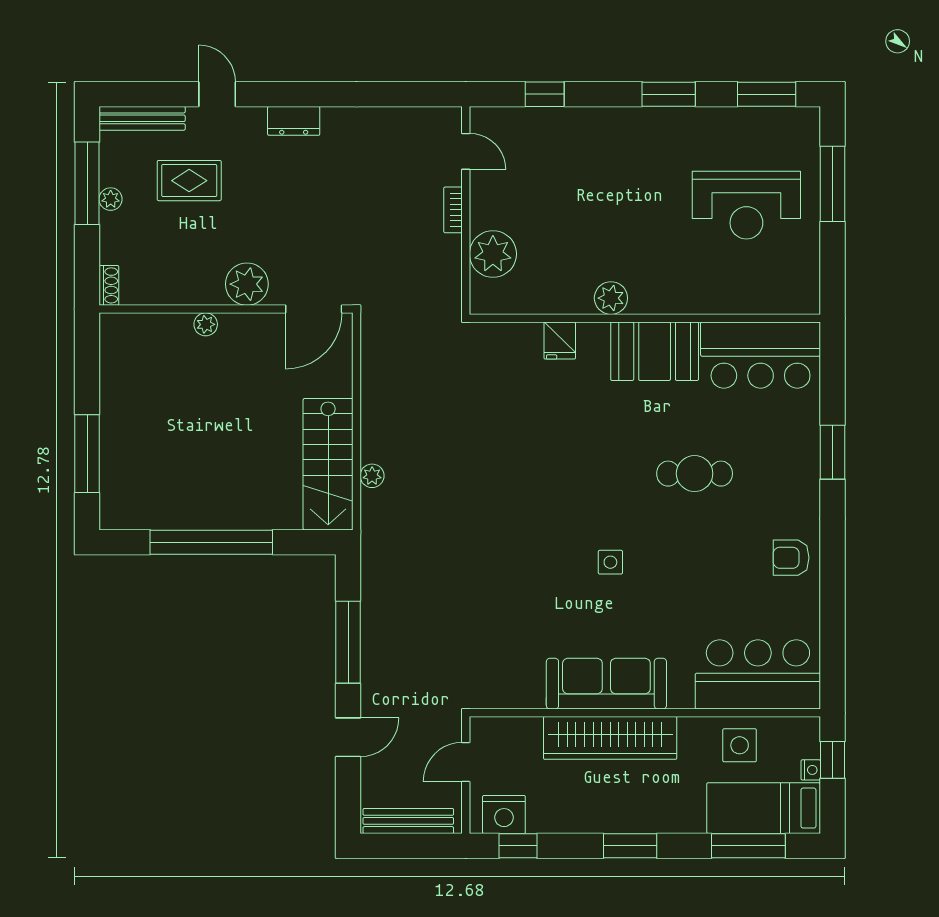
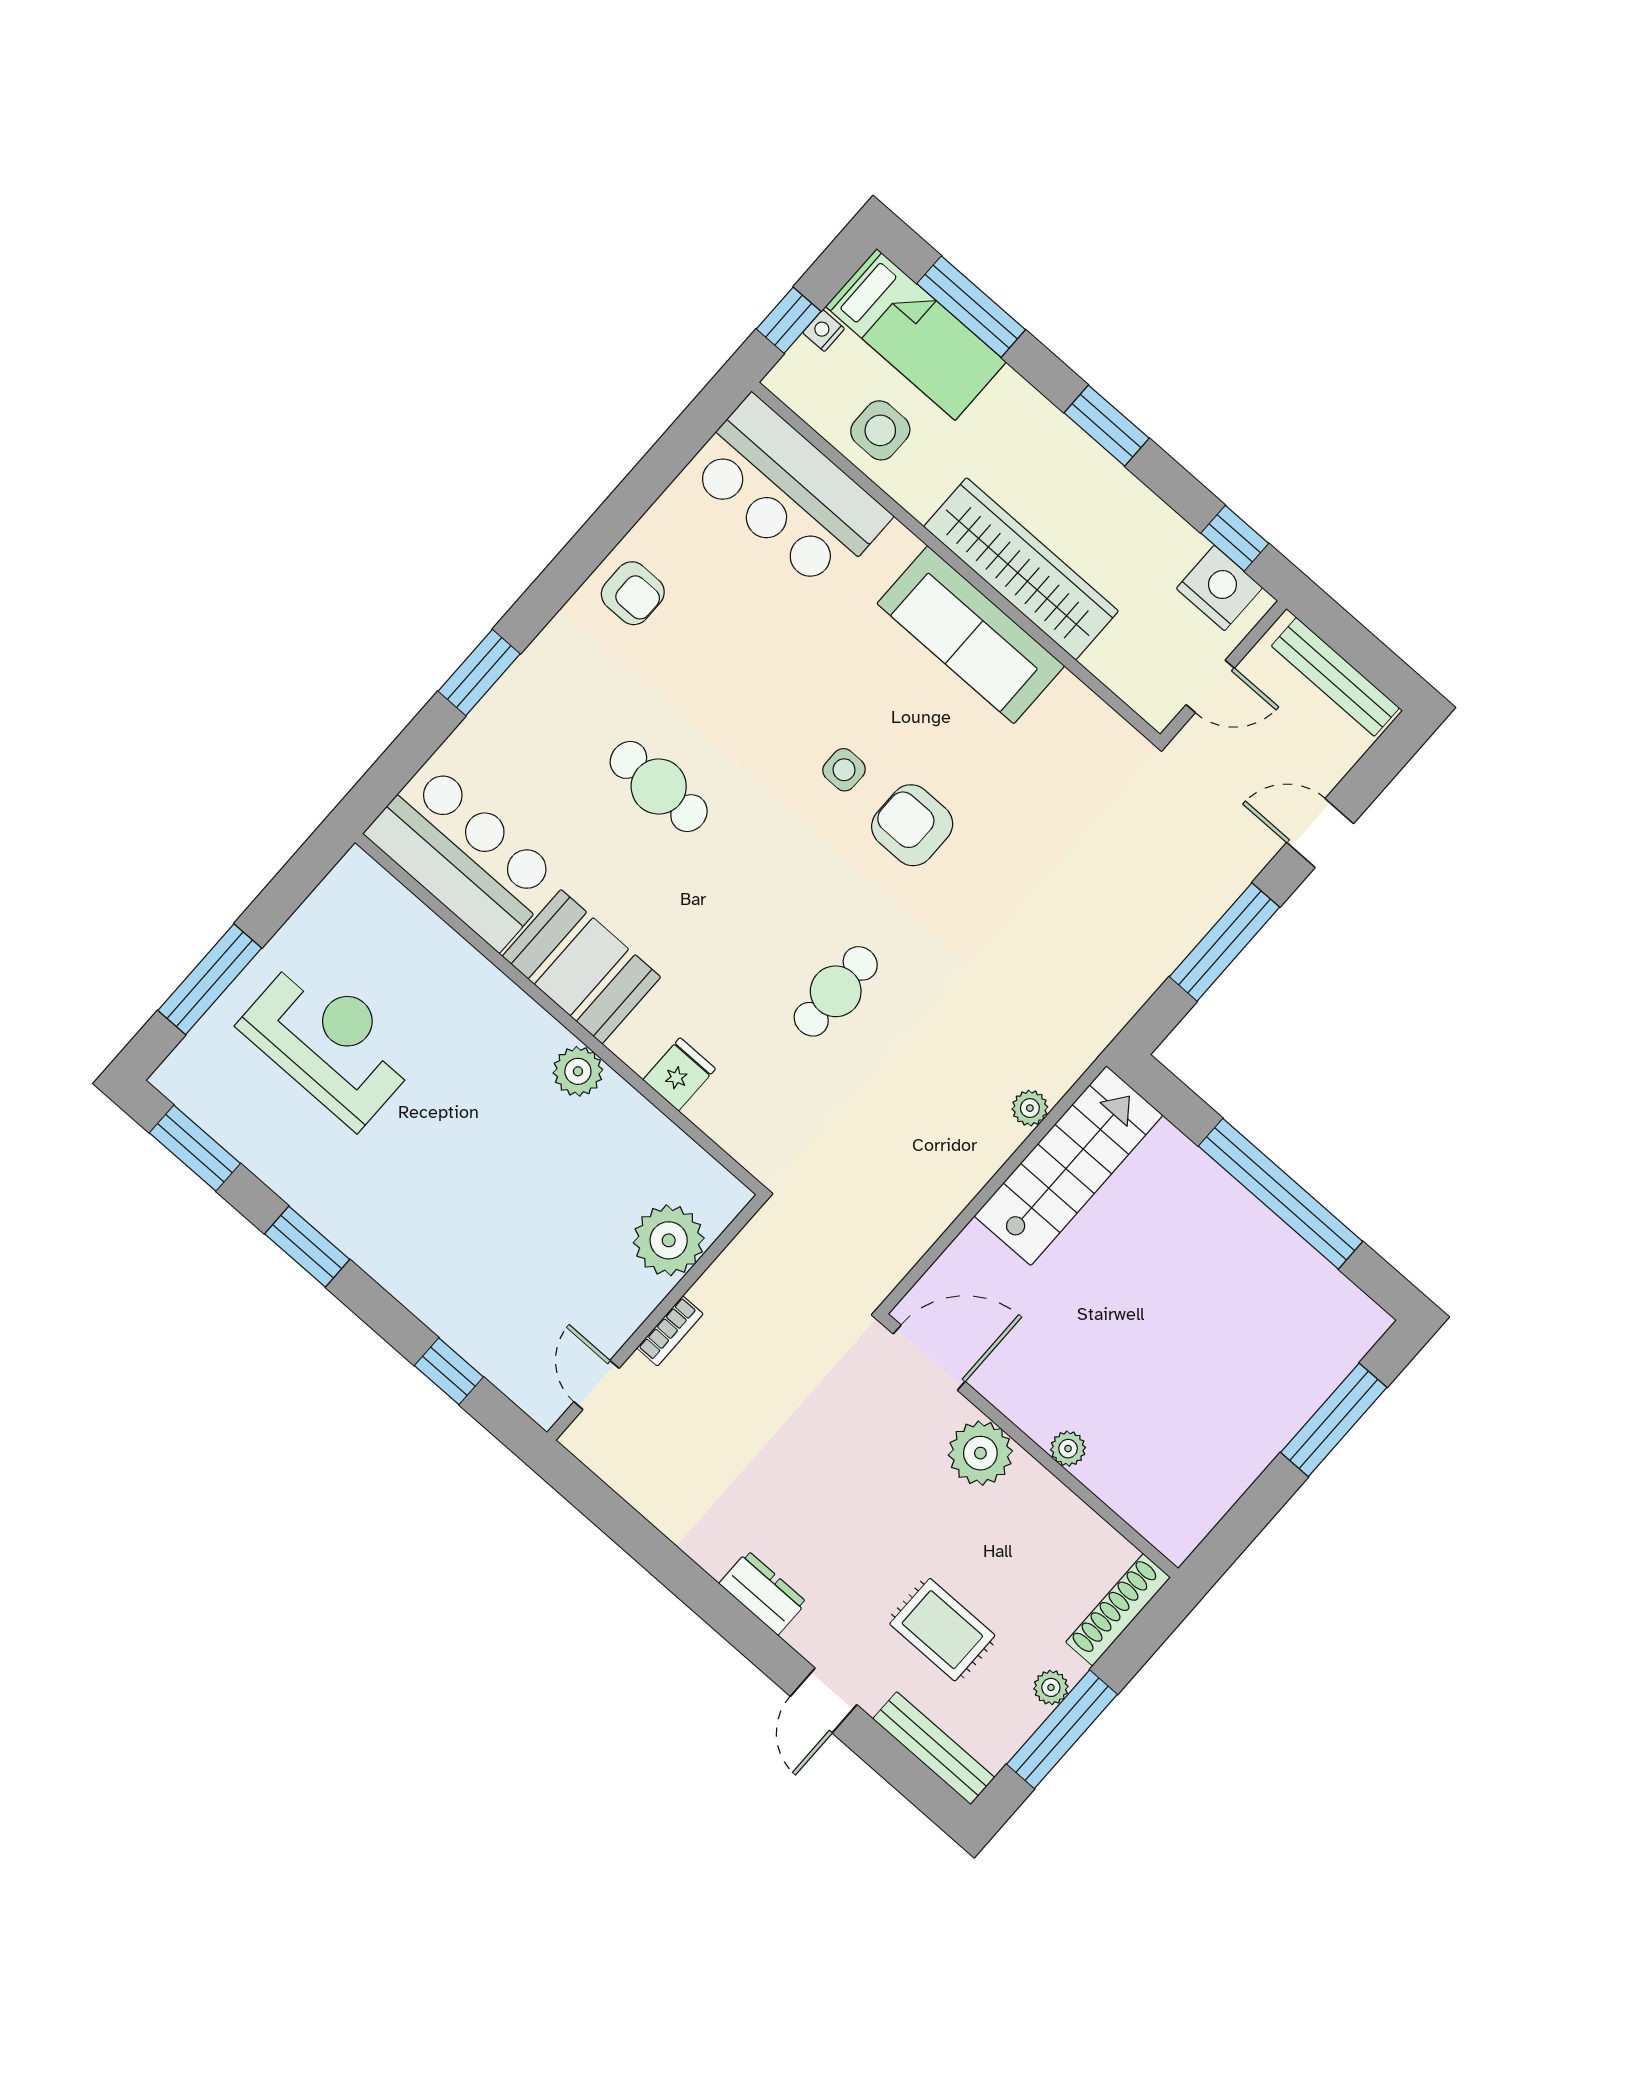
shoe rack: (109, 285) -> (1118, 1610), width x1.94, depth x1.24
cafe table: (518, 449) -> (836, 991), added
armchair: (553, 564) -> (912, 825), added

